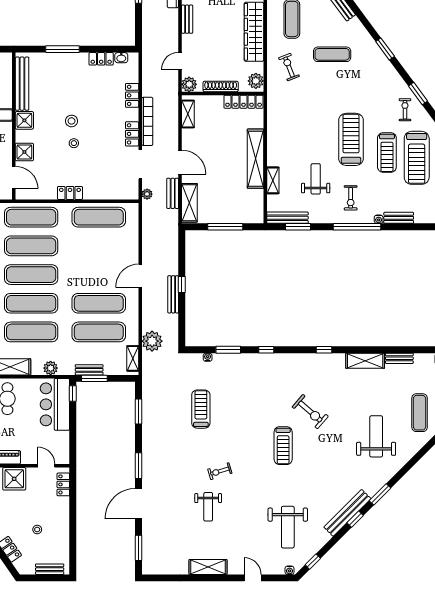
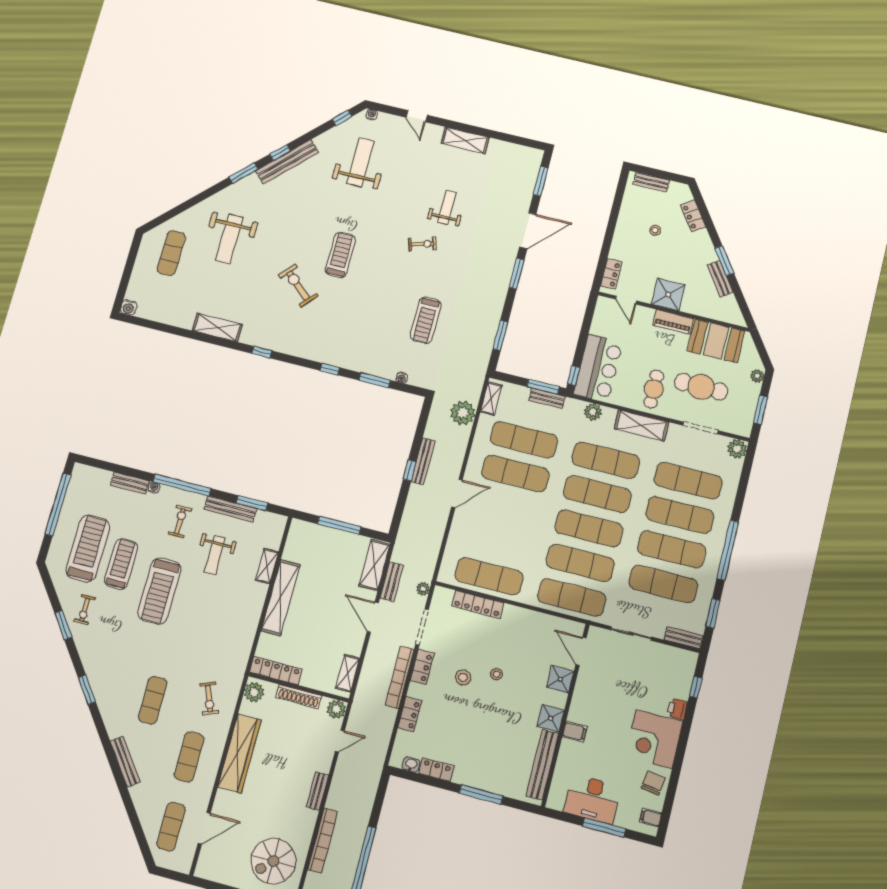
exercise mat: (332, 54) -> (153, 700), turned 90
stool: (72, 121) -> (463, 677), moved
locker: (70, 193) -> (478, 604), moved, width x1.53
bench: (287, 218) -> (230, 509), moved
bench: (399, 358) -> (177, 320), removed

